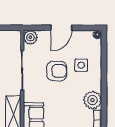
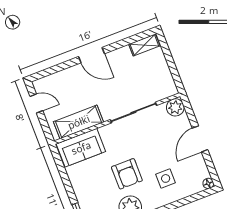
door: (61, 28) -> (200, 139), hinge flipped
armchair: (57, 71) -> (127, 174), moved

